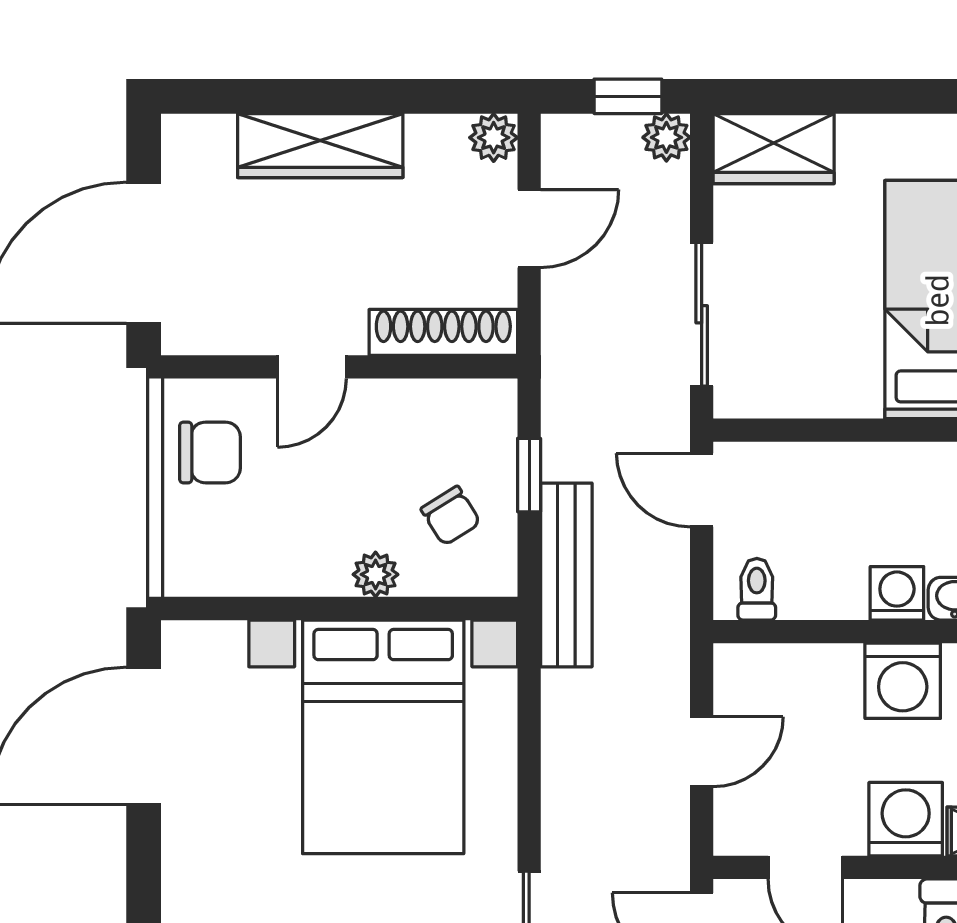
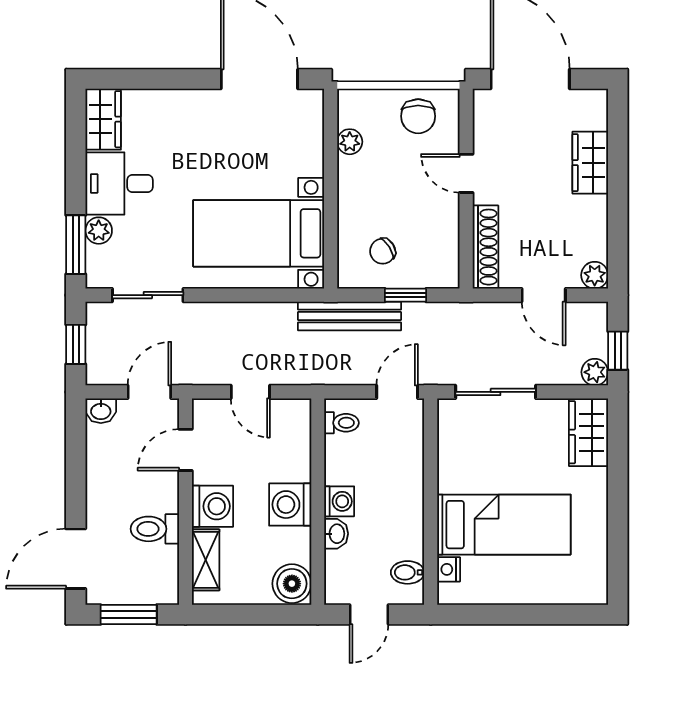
wardrobe: (320, 146) -> (590, 163), width x0.67
plant: (376, 574) -> (350, 142), moved
bed with nightstands: (383, 737) -> (259, 233), width x0.73

